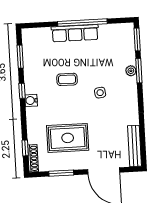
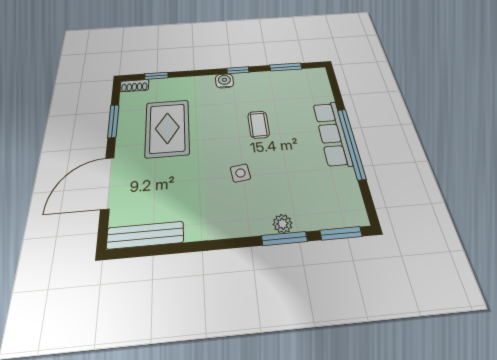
shoe rack: (33, 158) -> (134, 86), width x0.70

